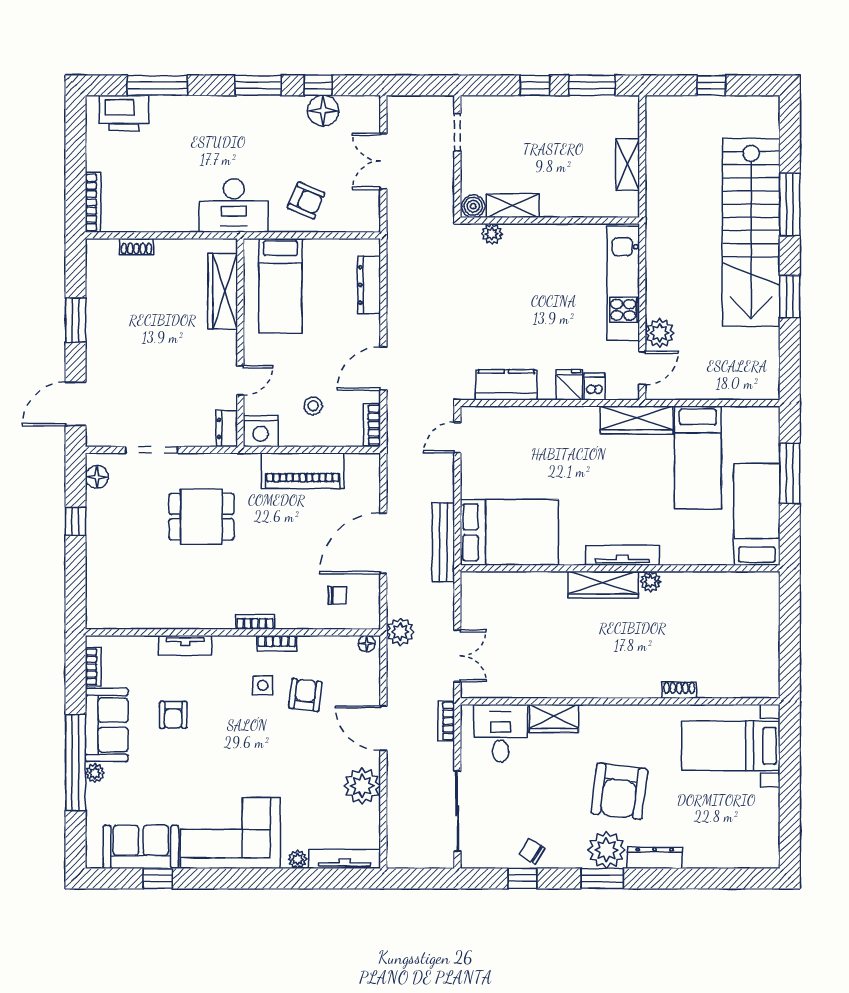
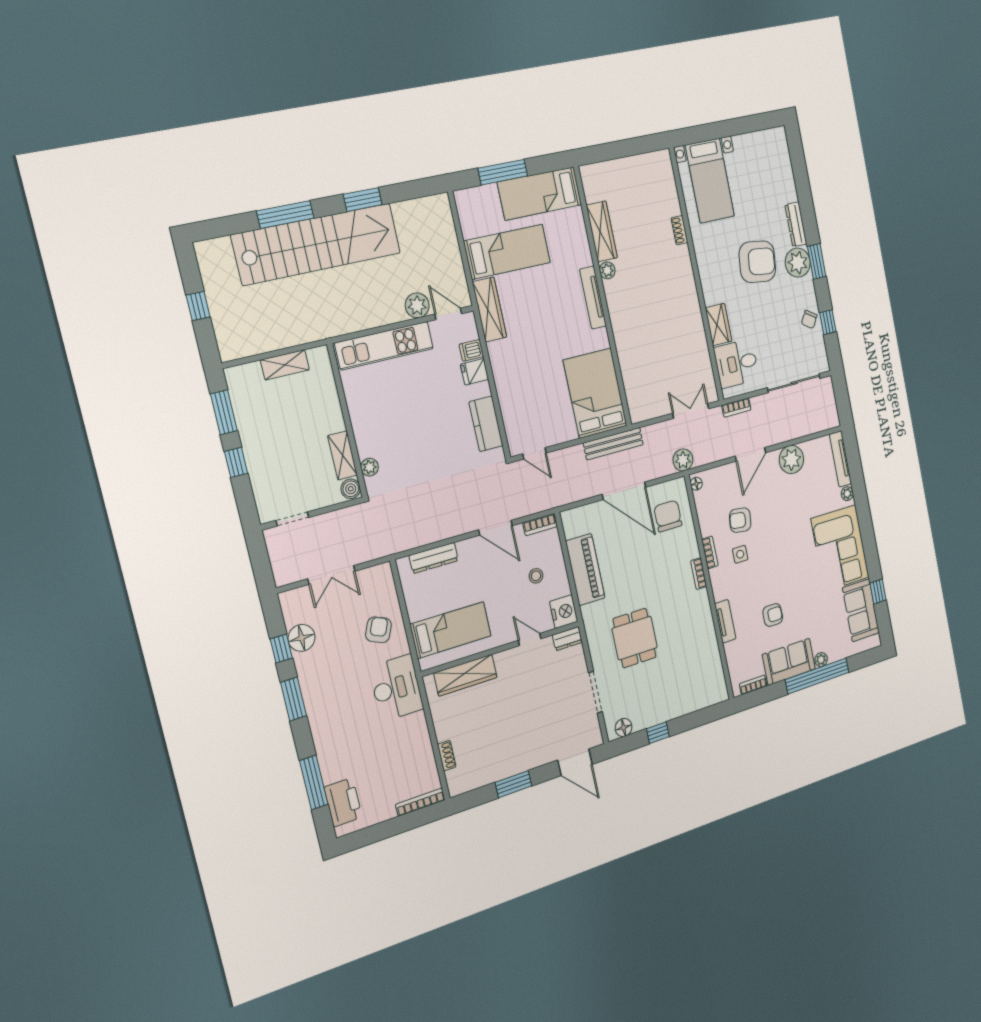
wardrobe: (603, 585) -> (602, 231), moved
chair: (337, 596) -> (668, 516), width x1.87, depth x1.87

